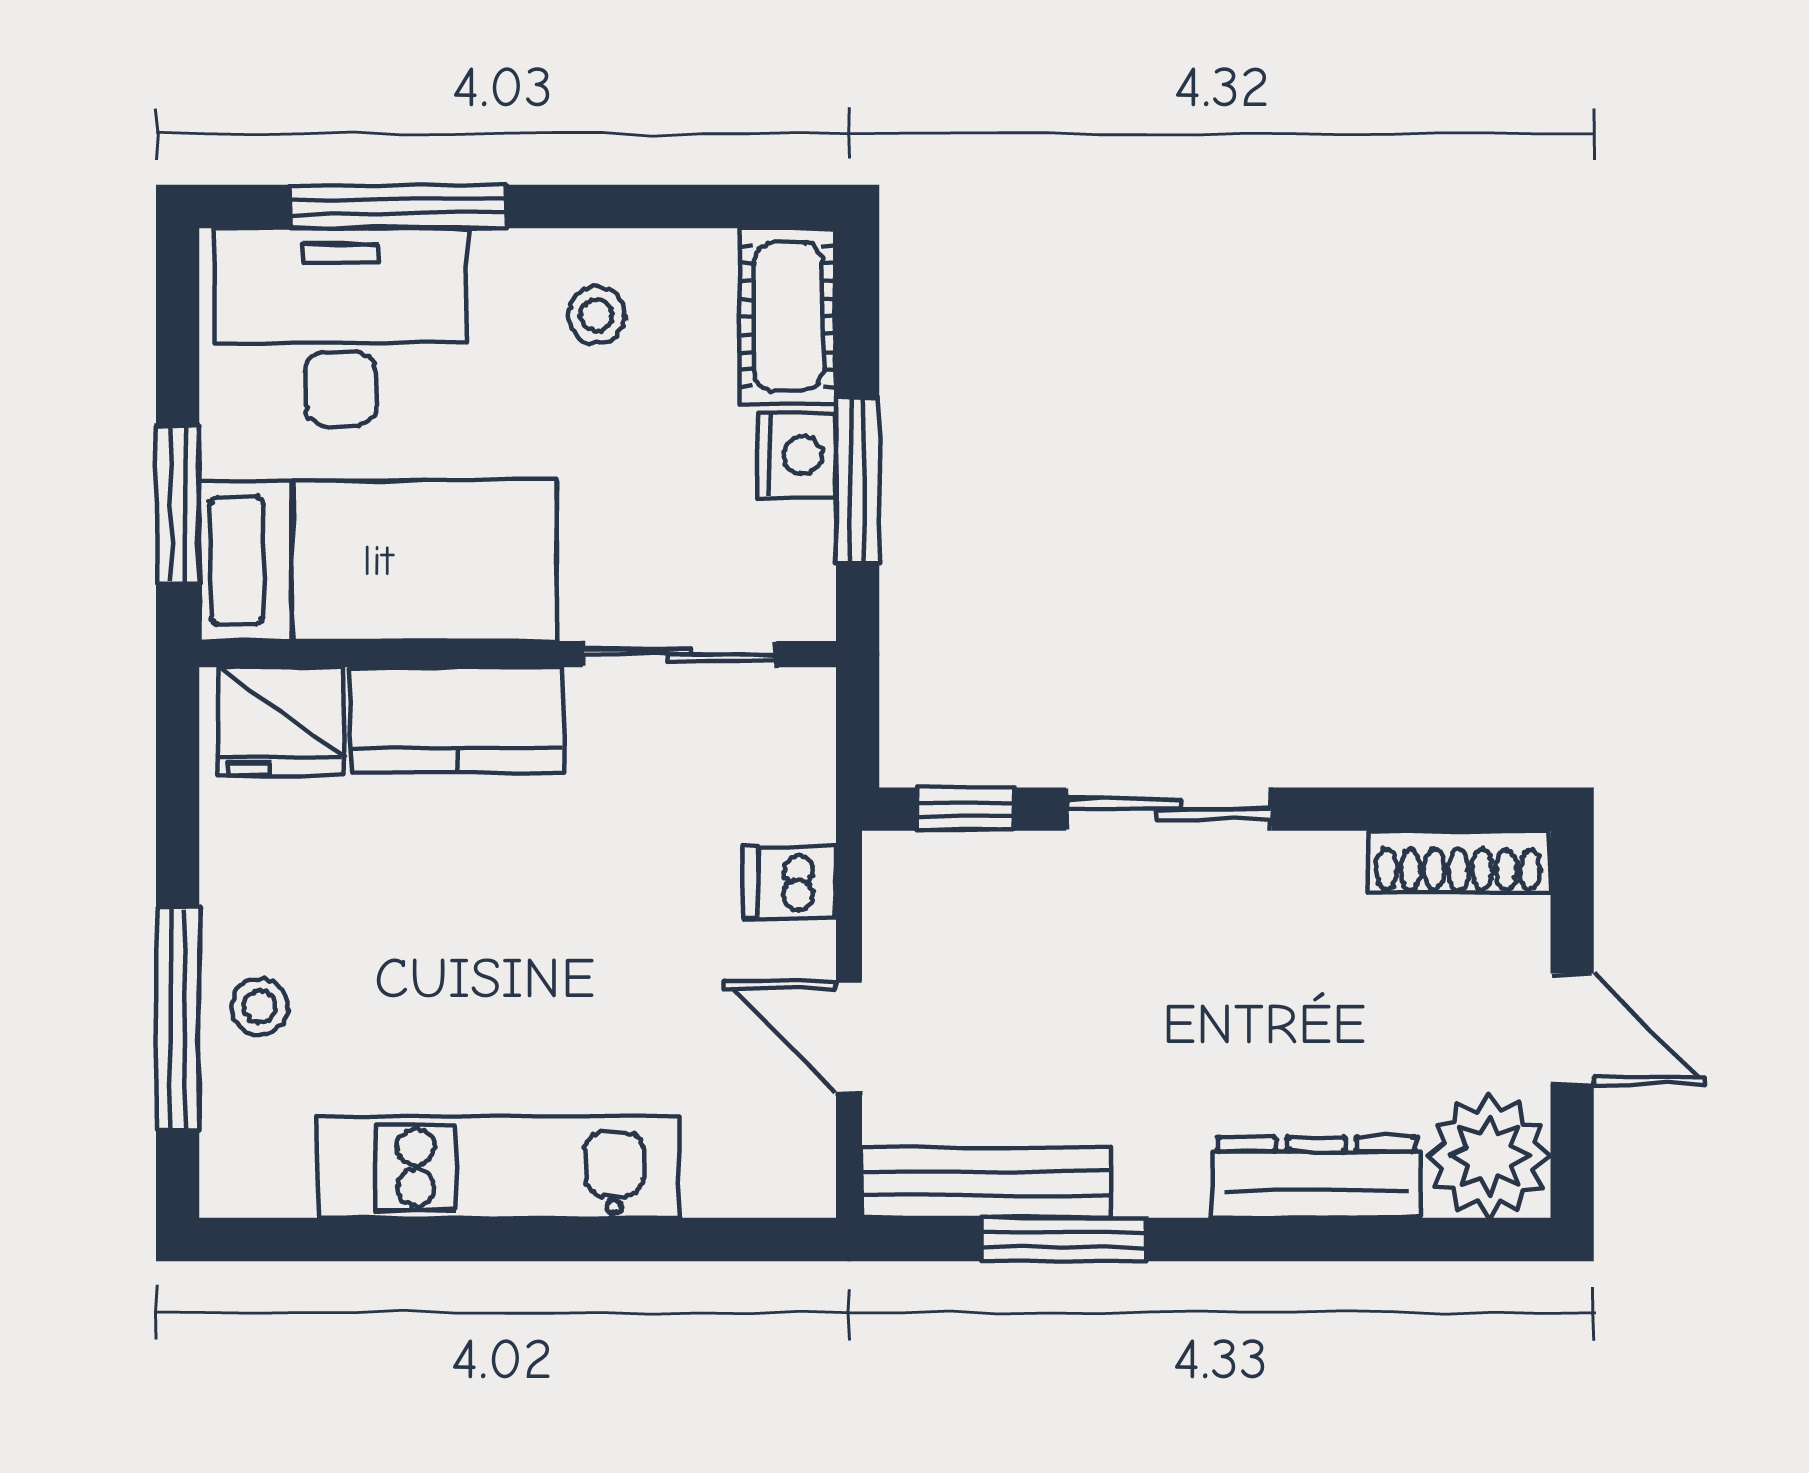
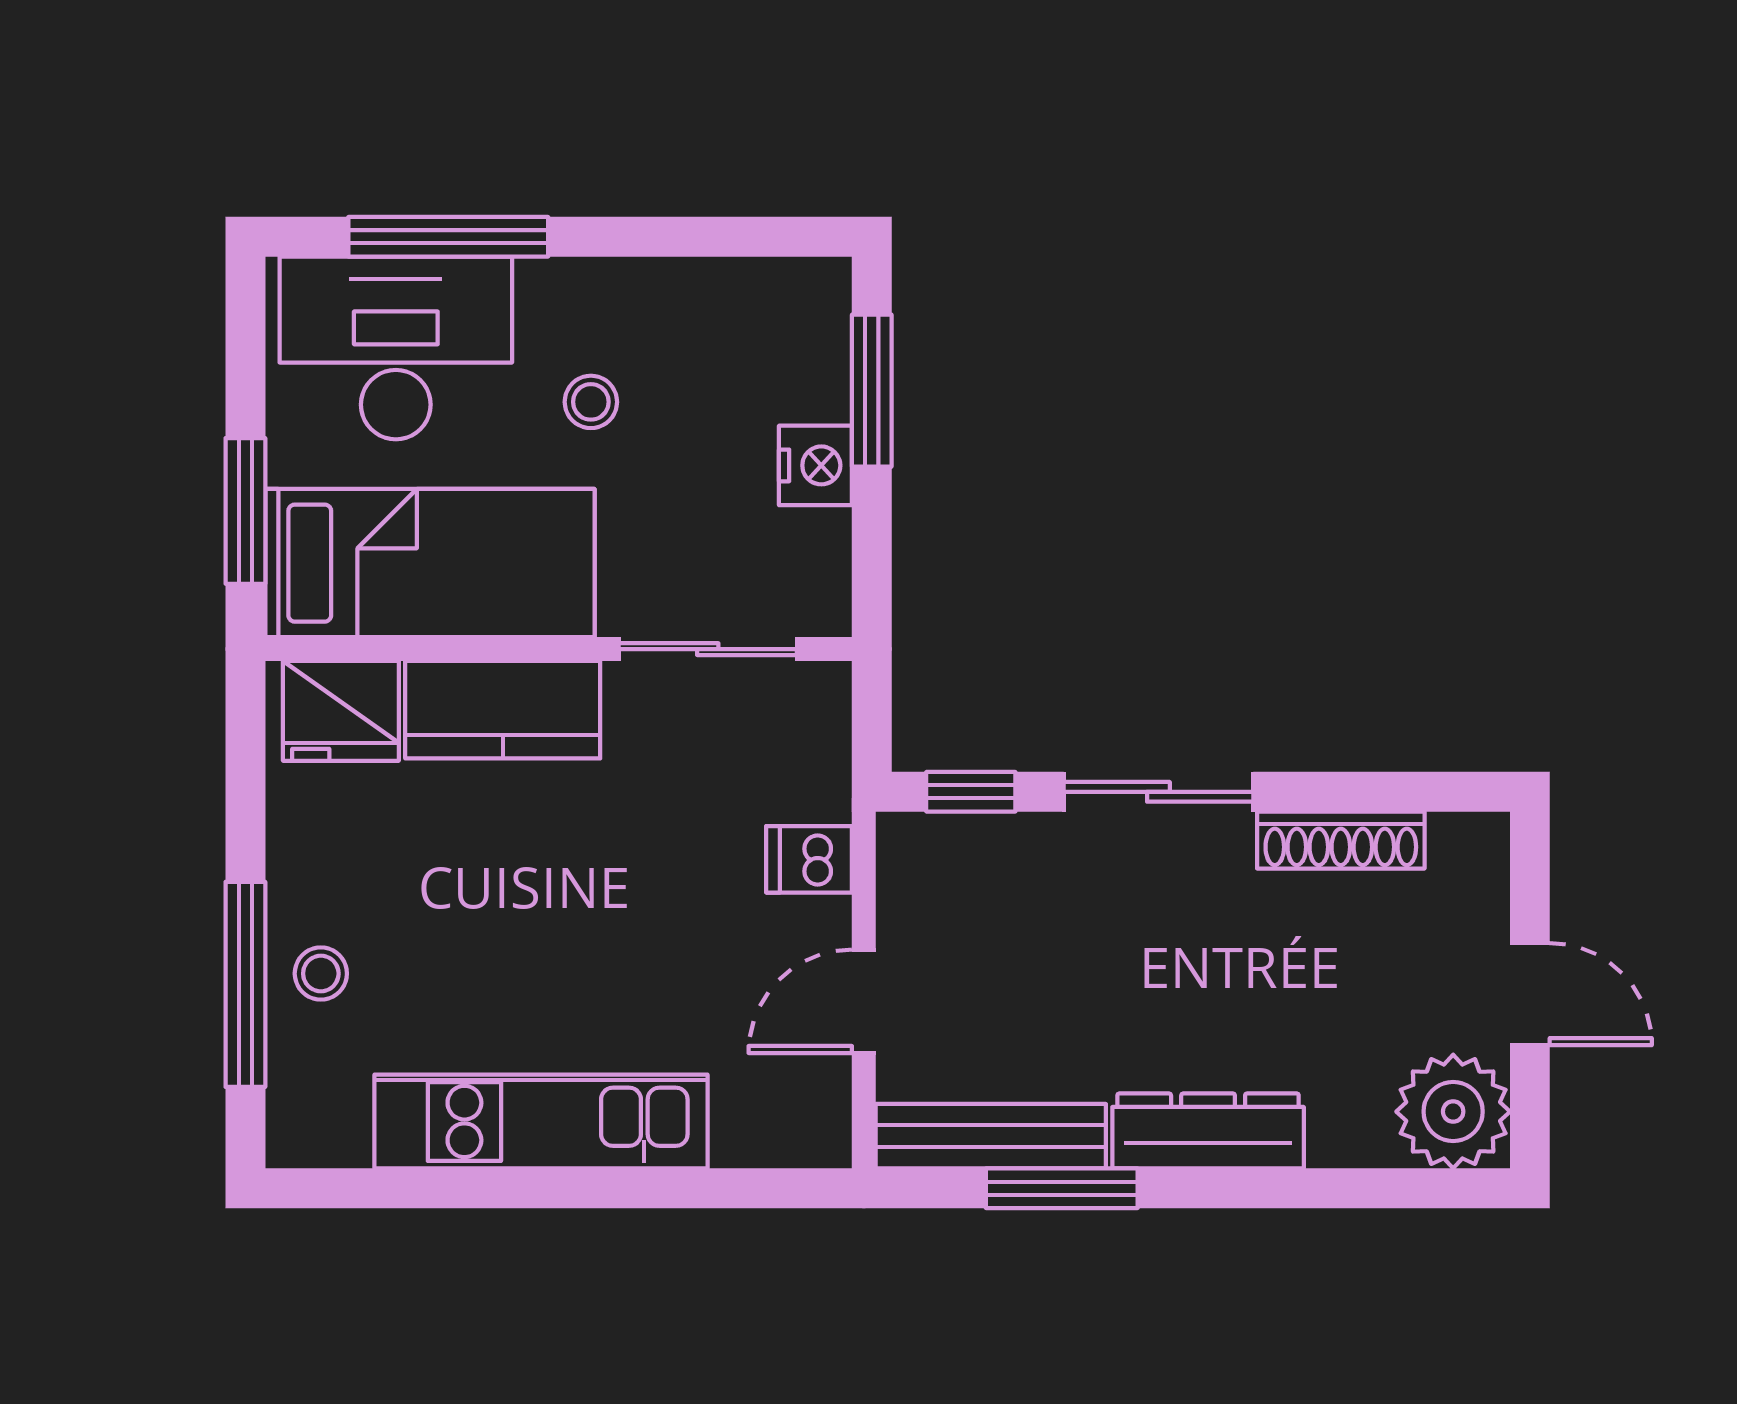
stool: (596, 315) -> (591, 402), moved
cot: (788, 316) -> (808, 338), removed
window: (858, 480) -> (872, 391), moved
shoe rack: (1458, 862) -> (1341, 840), moved
door: (849, 1037) -> (864, 1001), hinge flipped
dresser: (1316, 1177) -> (1208, 1131), moved

